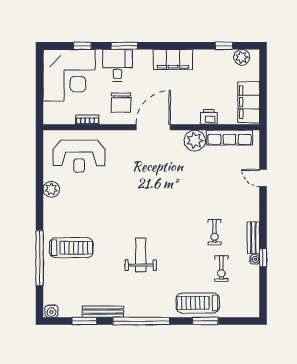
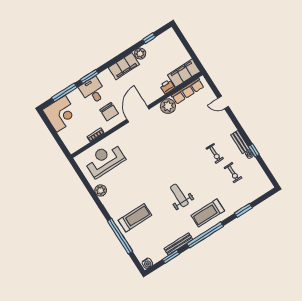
window: (82, 46) -> (64, 92), width x2.17
plant: (242, 57) -> (140, 54), moved
corner desk: (69, 75) -> (61, 114), width x0.74, depth x0.74
filing cabinet: (249, 102) -> (184, 73), moved, turned 90
reception desk: (79, 156) -> (105, 160), turned 180
treadmill: (198, 303) -> (208, 213), moved

